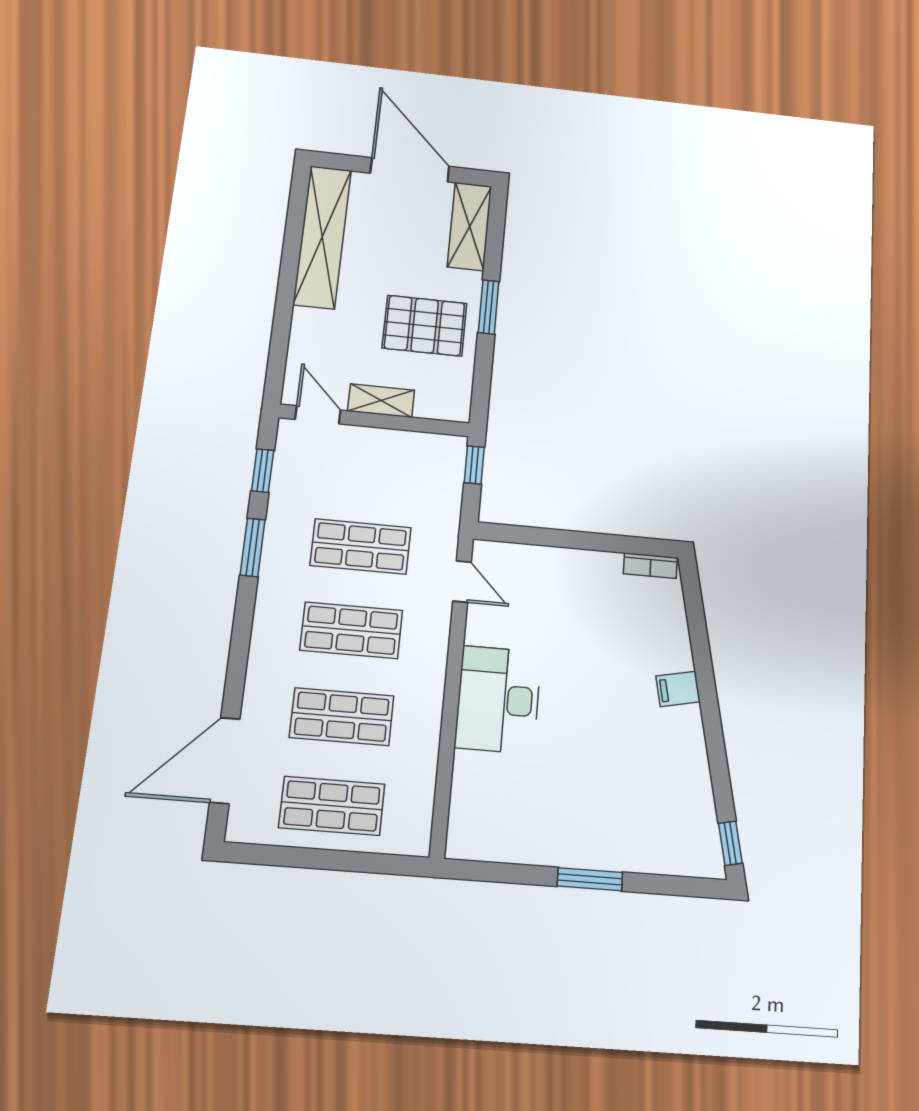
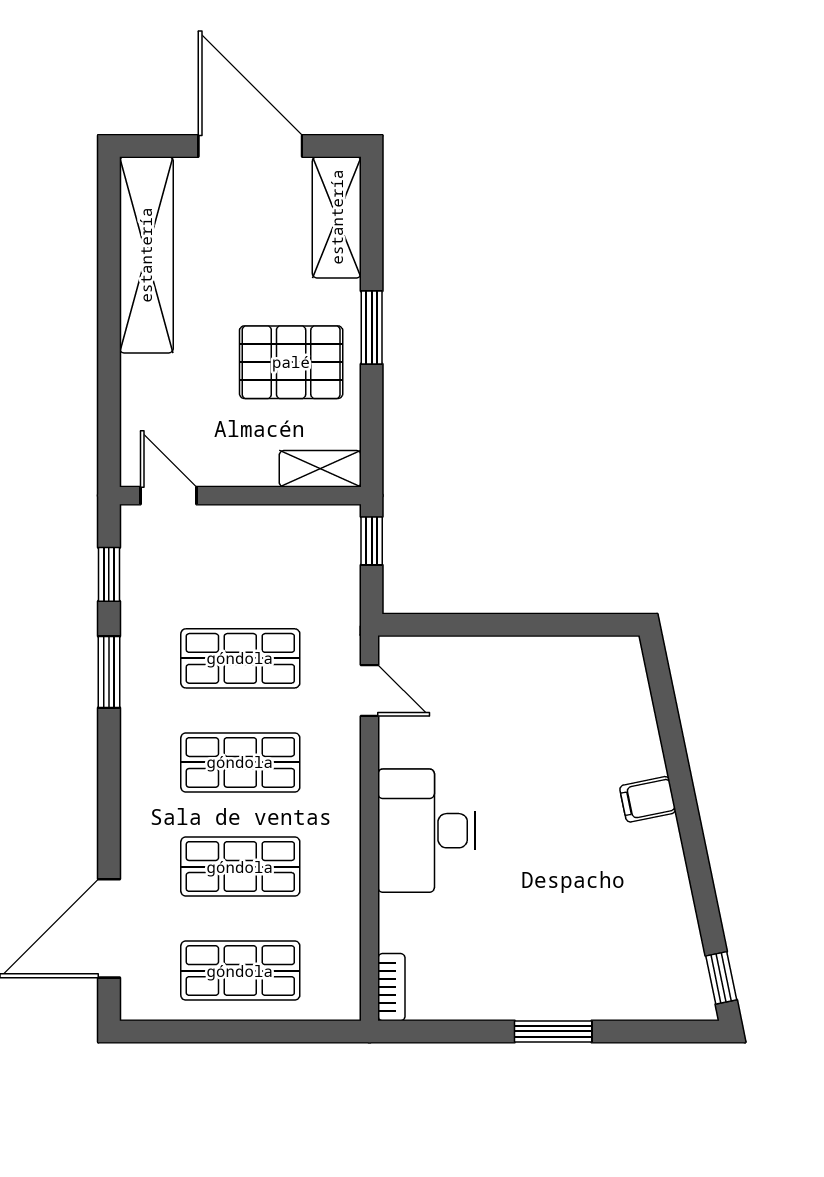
shelving: (381, 401) -> (320, 469), moved
bookcase: (650, 566) -> (391, 987), moved, turned -90

